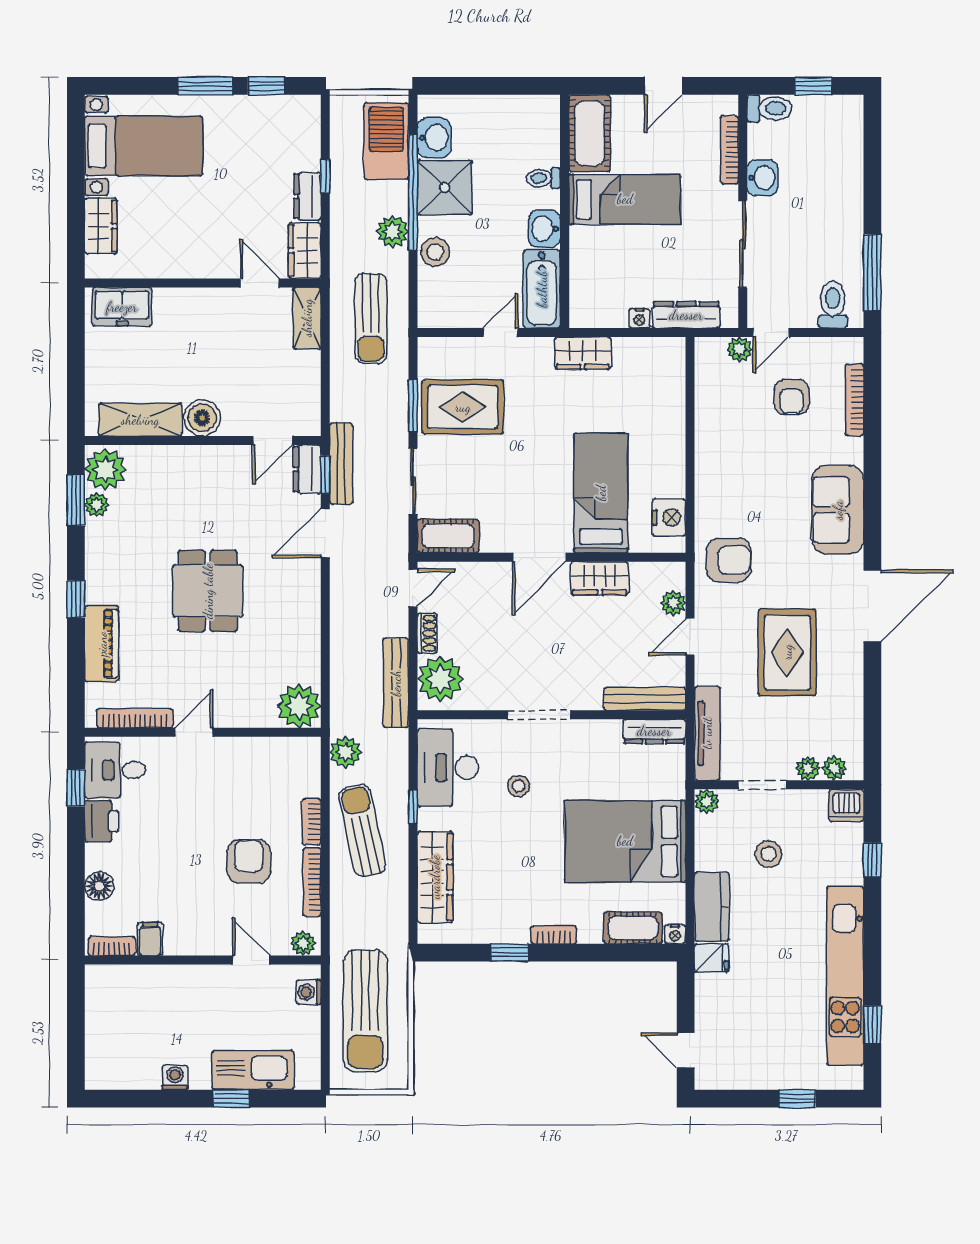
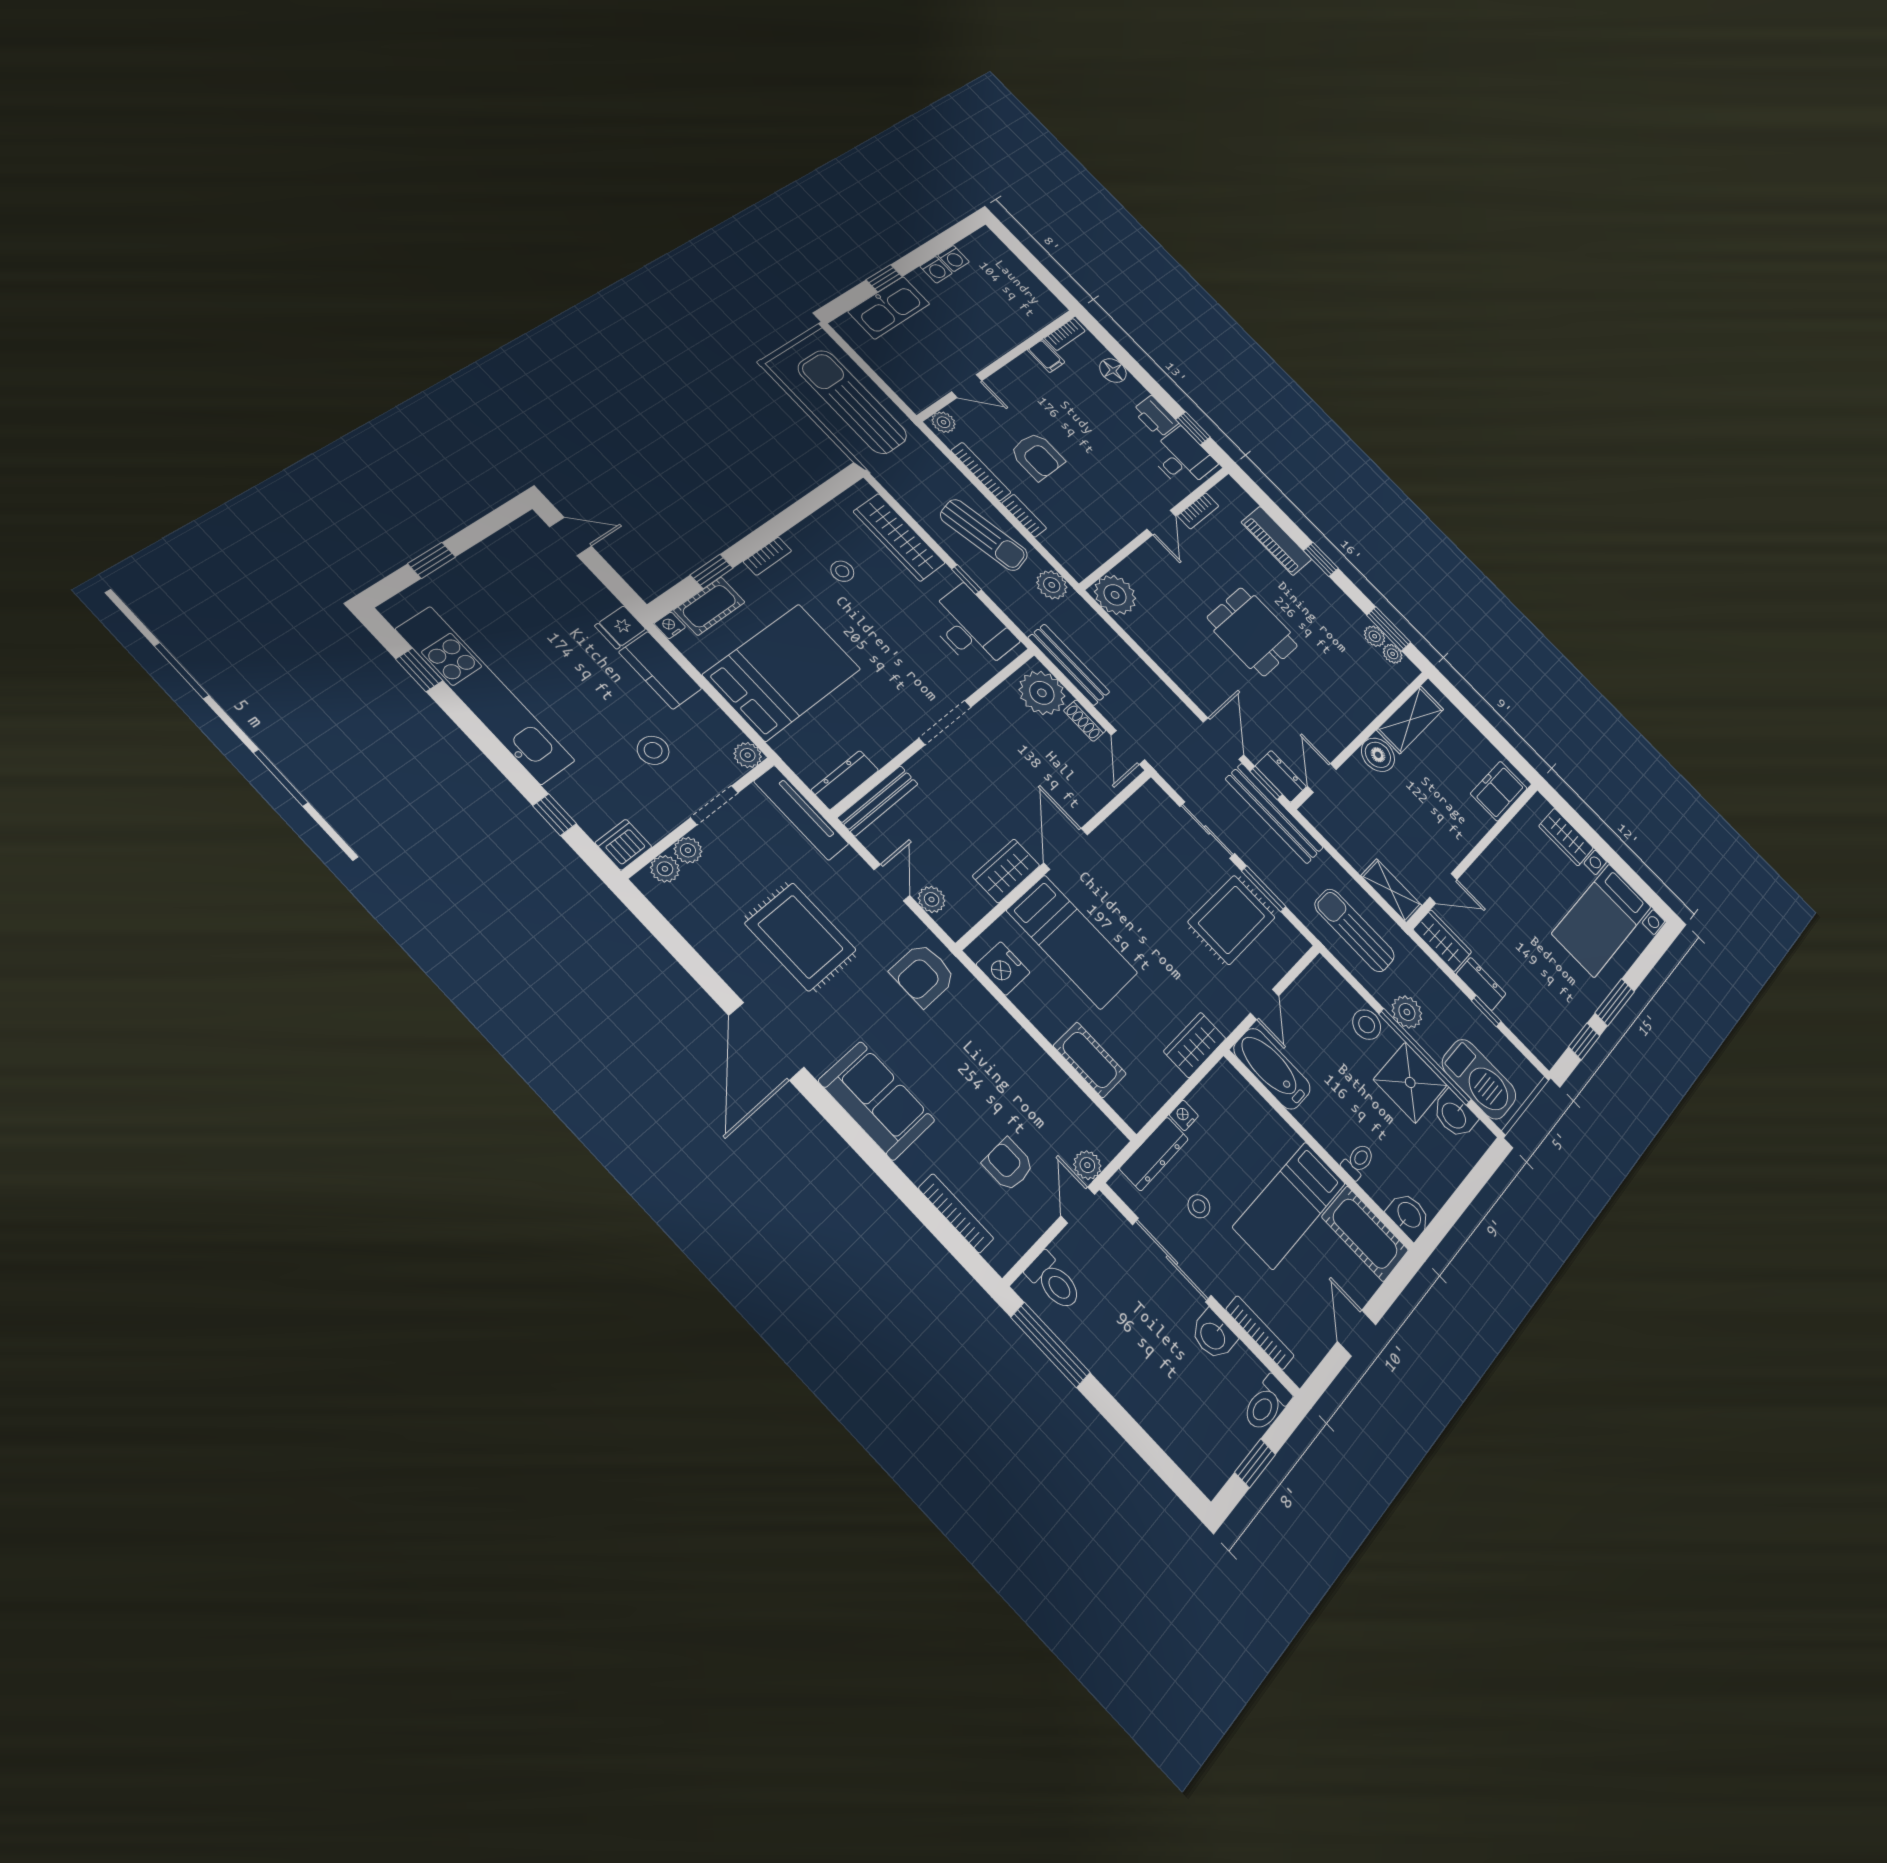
washbasin: (544, 229) -> (1409, 1215), moved
stool: (690, 257) -> (1199, 1206), added
bench: (341, 464) -> (1274, 813), width x1.37, depth x1.21
plant: (105, 469) -> (1393, 654), width x0.53, depth x0.53
cot: (448, 536) -> (1090, 1060), moved, turned 90
bookcase: (135, 718) -> (1198, 511), width x0.64
stool: (519, 786) -> (842, 571), moved
window: (509, 953) -> (712, 571), moved
washing machine: (309, 992) -> (954, 258), moved, turned 90

